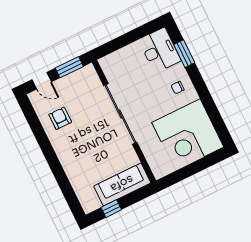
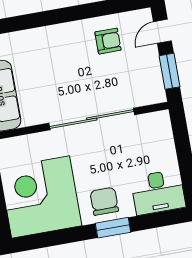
window: (184, 54) -> (113, 228), moved
chair: (178, 88) -> (104, 201), width x1.87, depth x1.87

